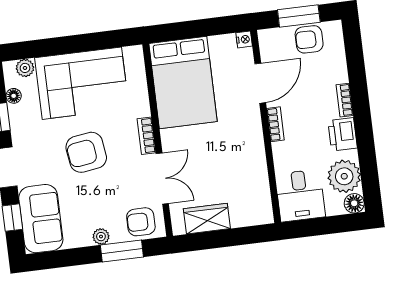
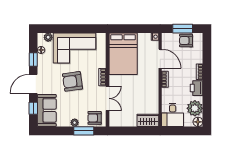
door: (260, 83) -> (160, 59), hinge flipped
wardrobe: (207, 219) -> (148, 120), moved

